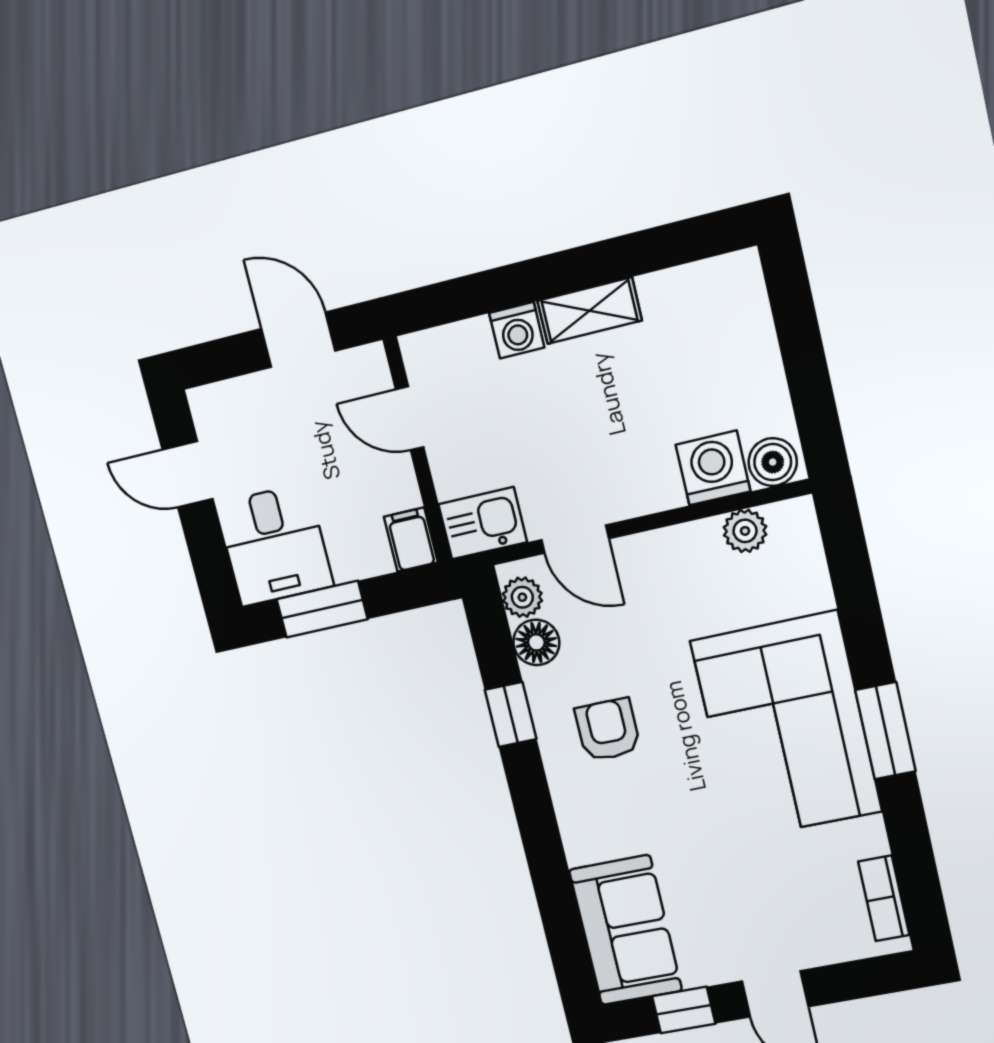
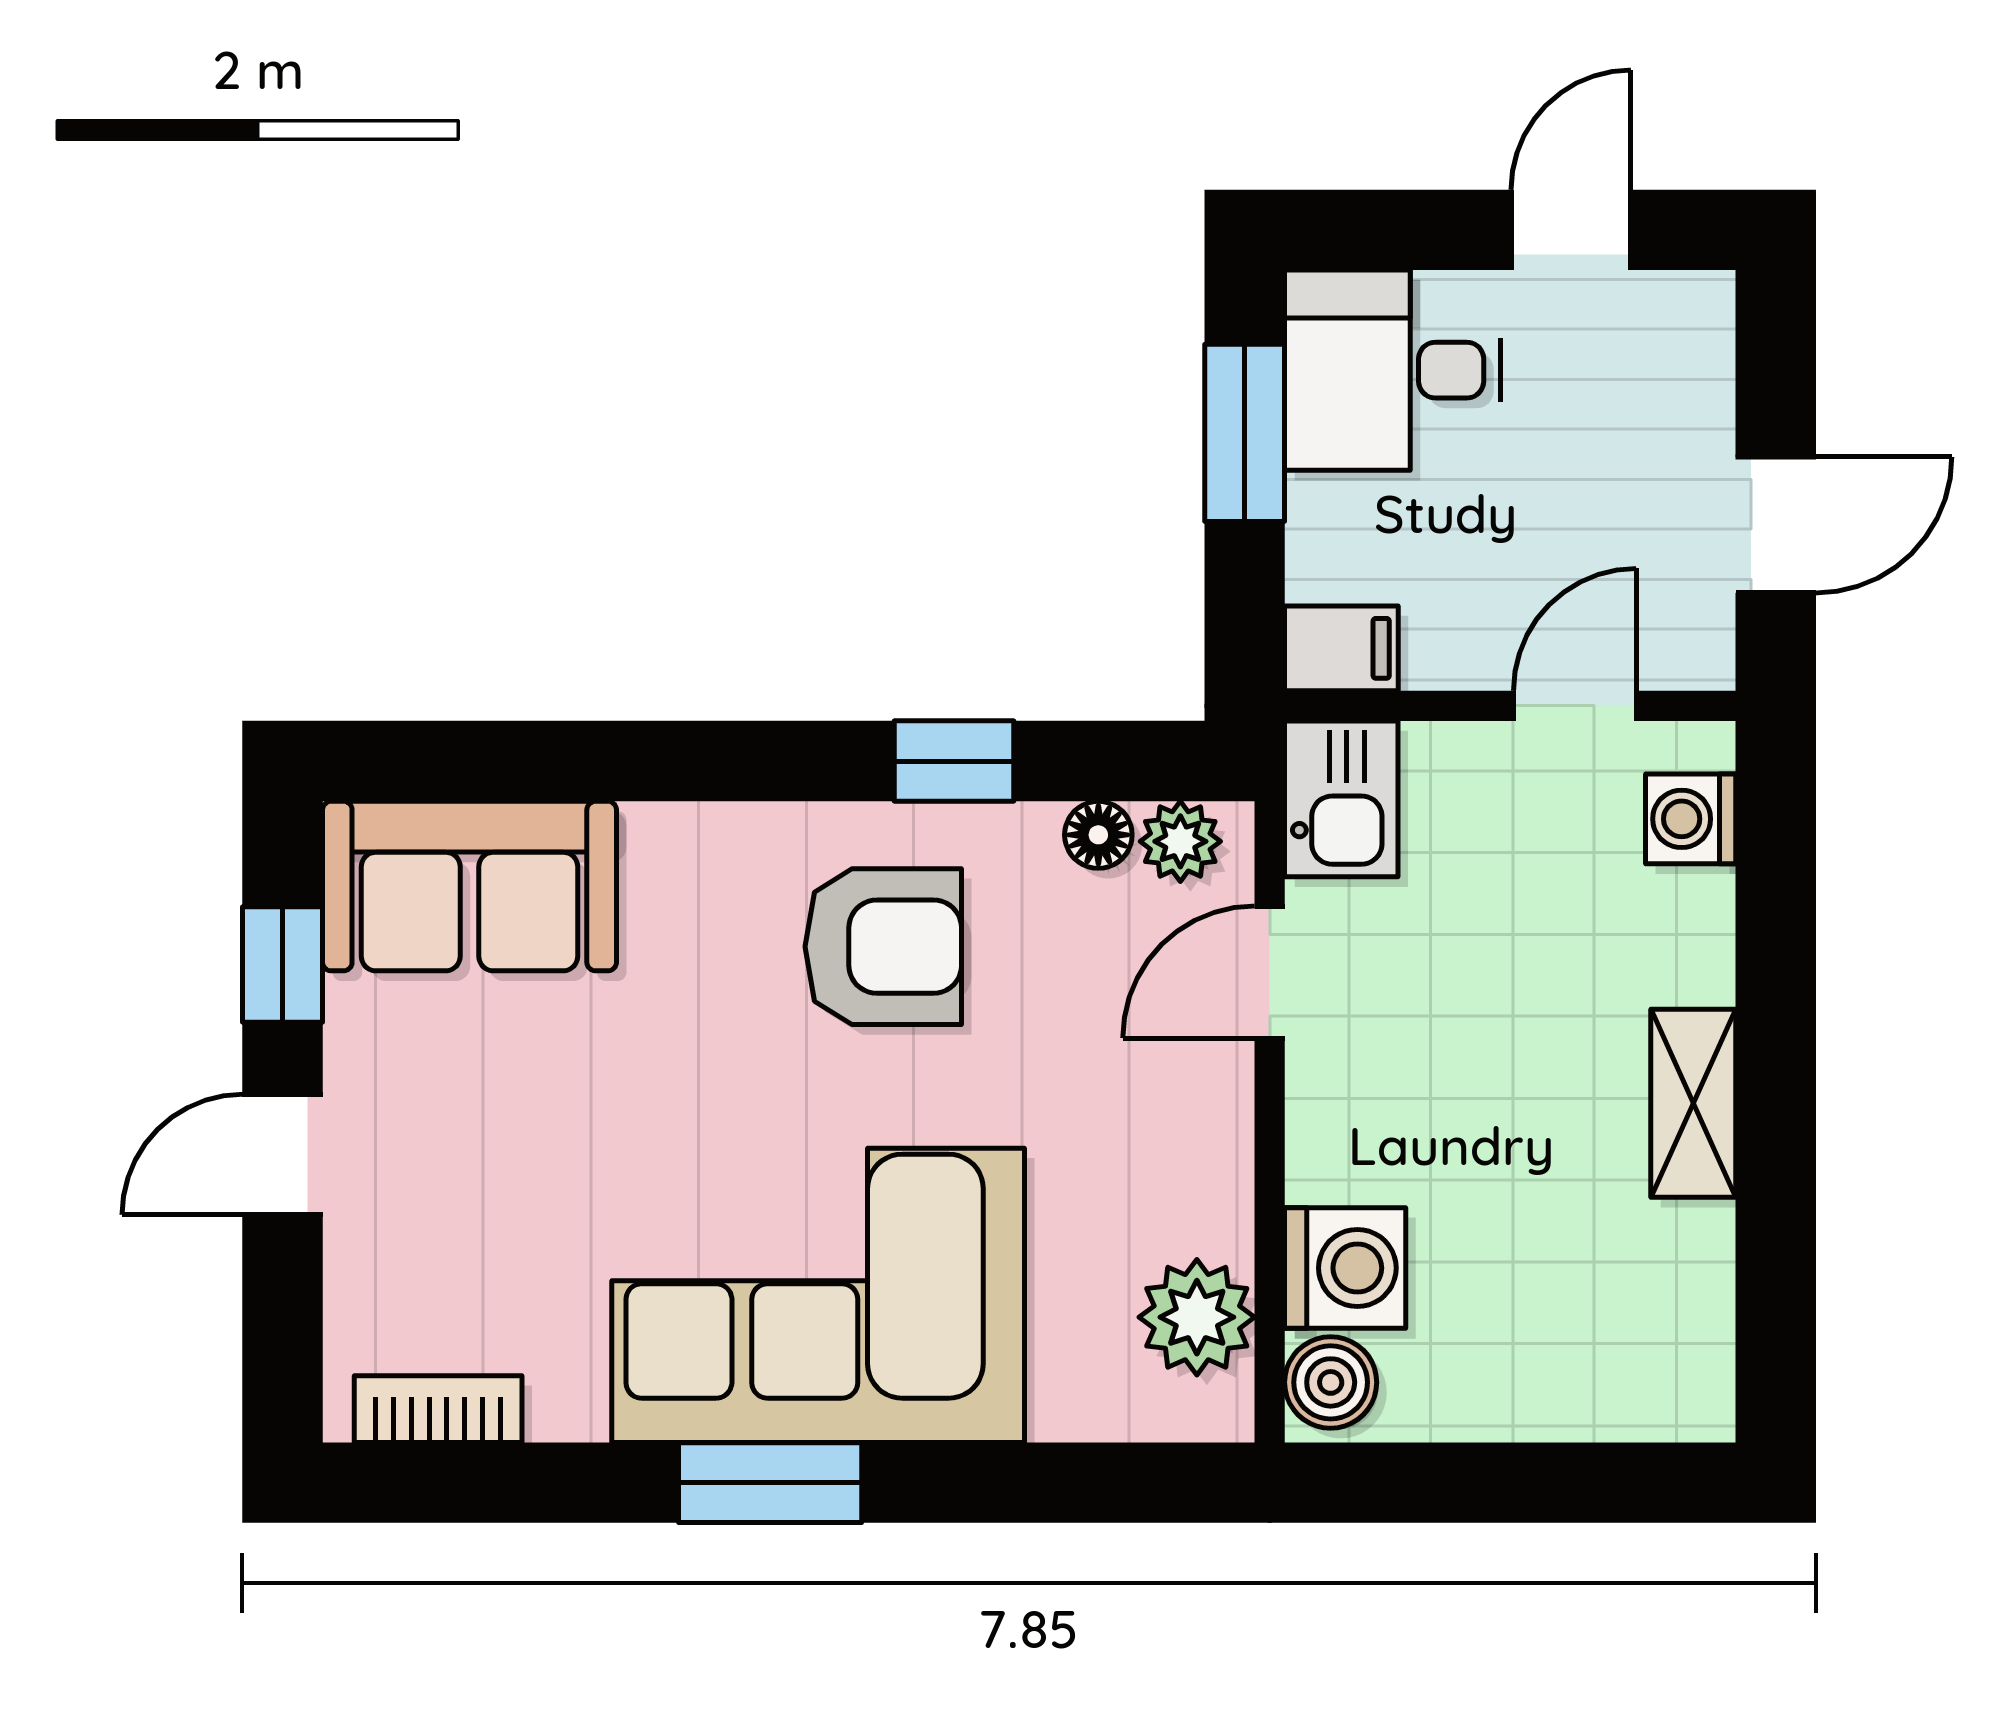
washing machine: (517, 330) -> (1691, 819), moved
plant: (745, 531) -> (1197, 1317), width x1.38, depth x1.38
floor lamp: (536, 642) -> (1098, 835), width x0.73, depth x0.73
armchair: (608, 730) -> (883, 947), width x1.38, depth x1.38

